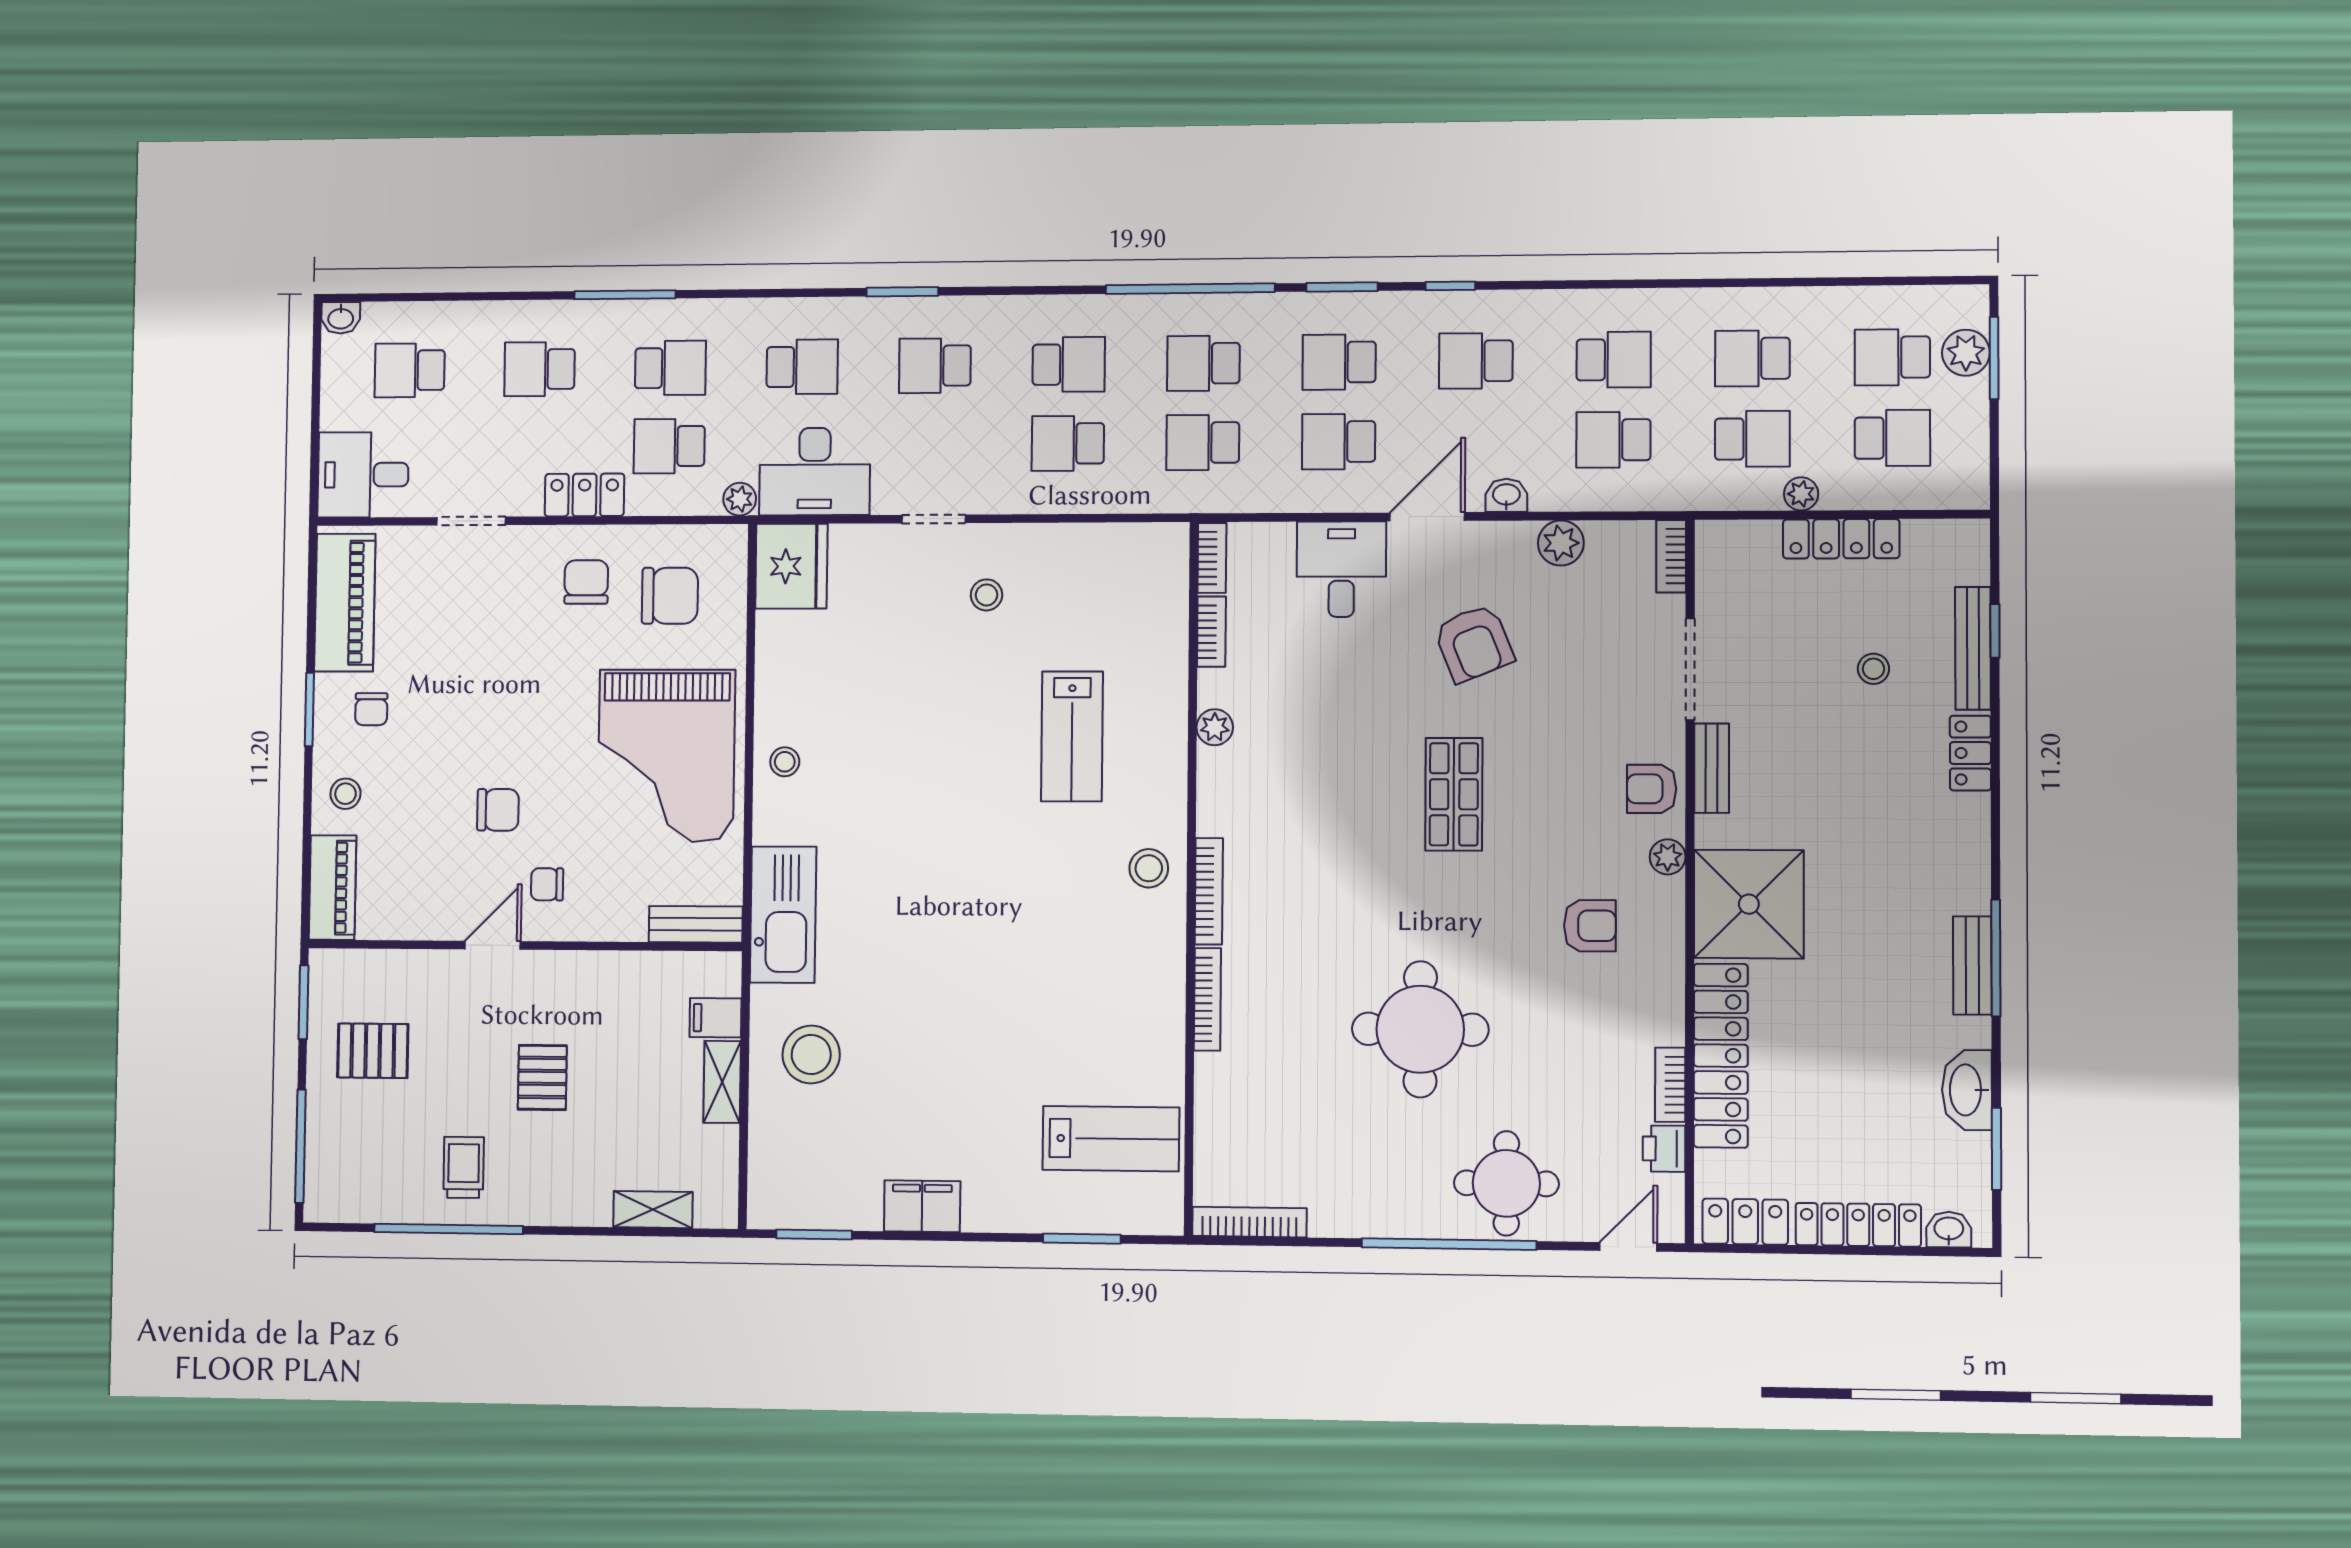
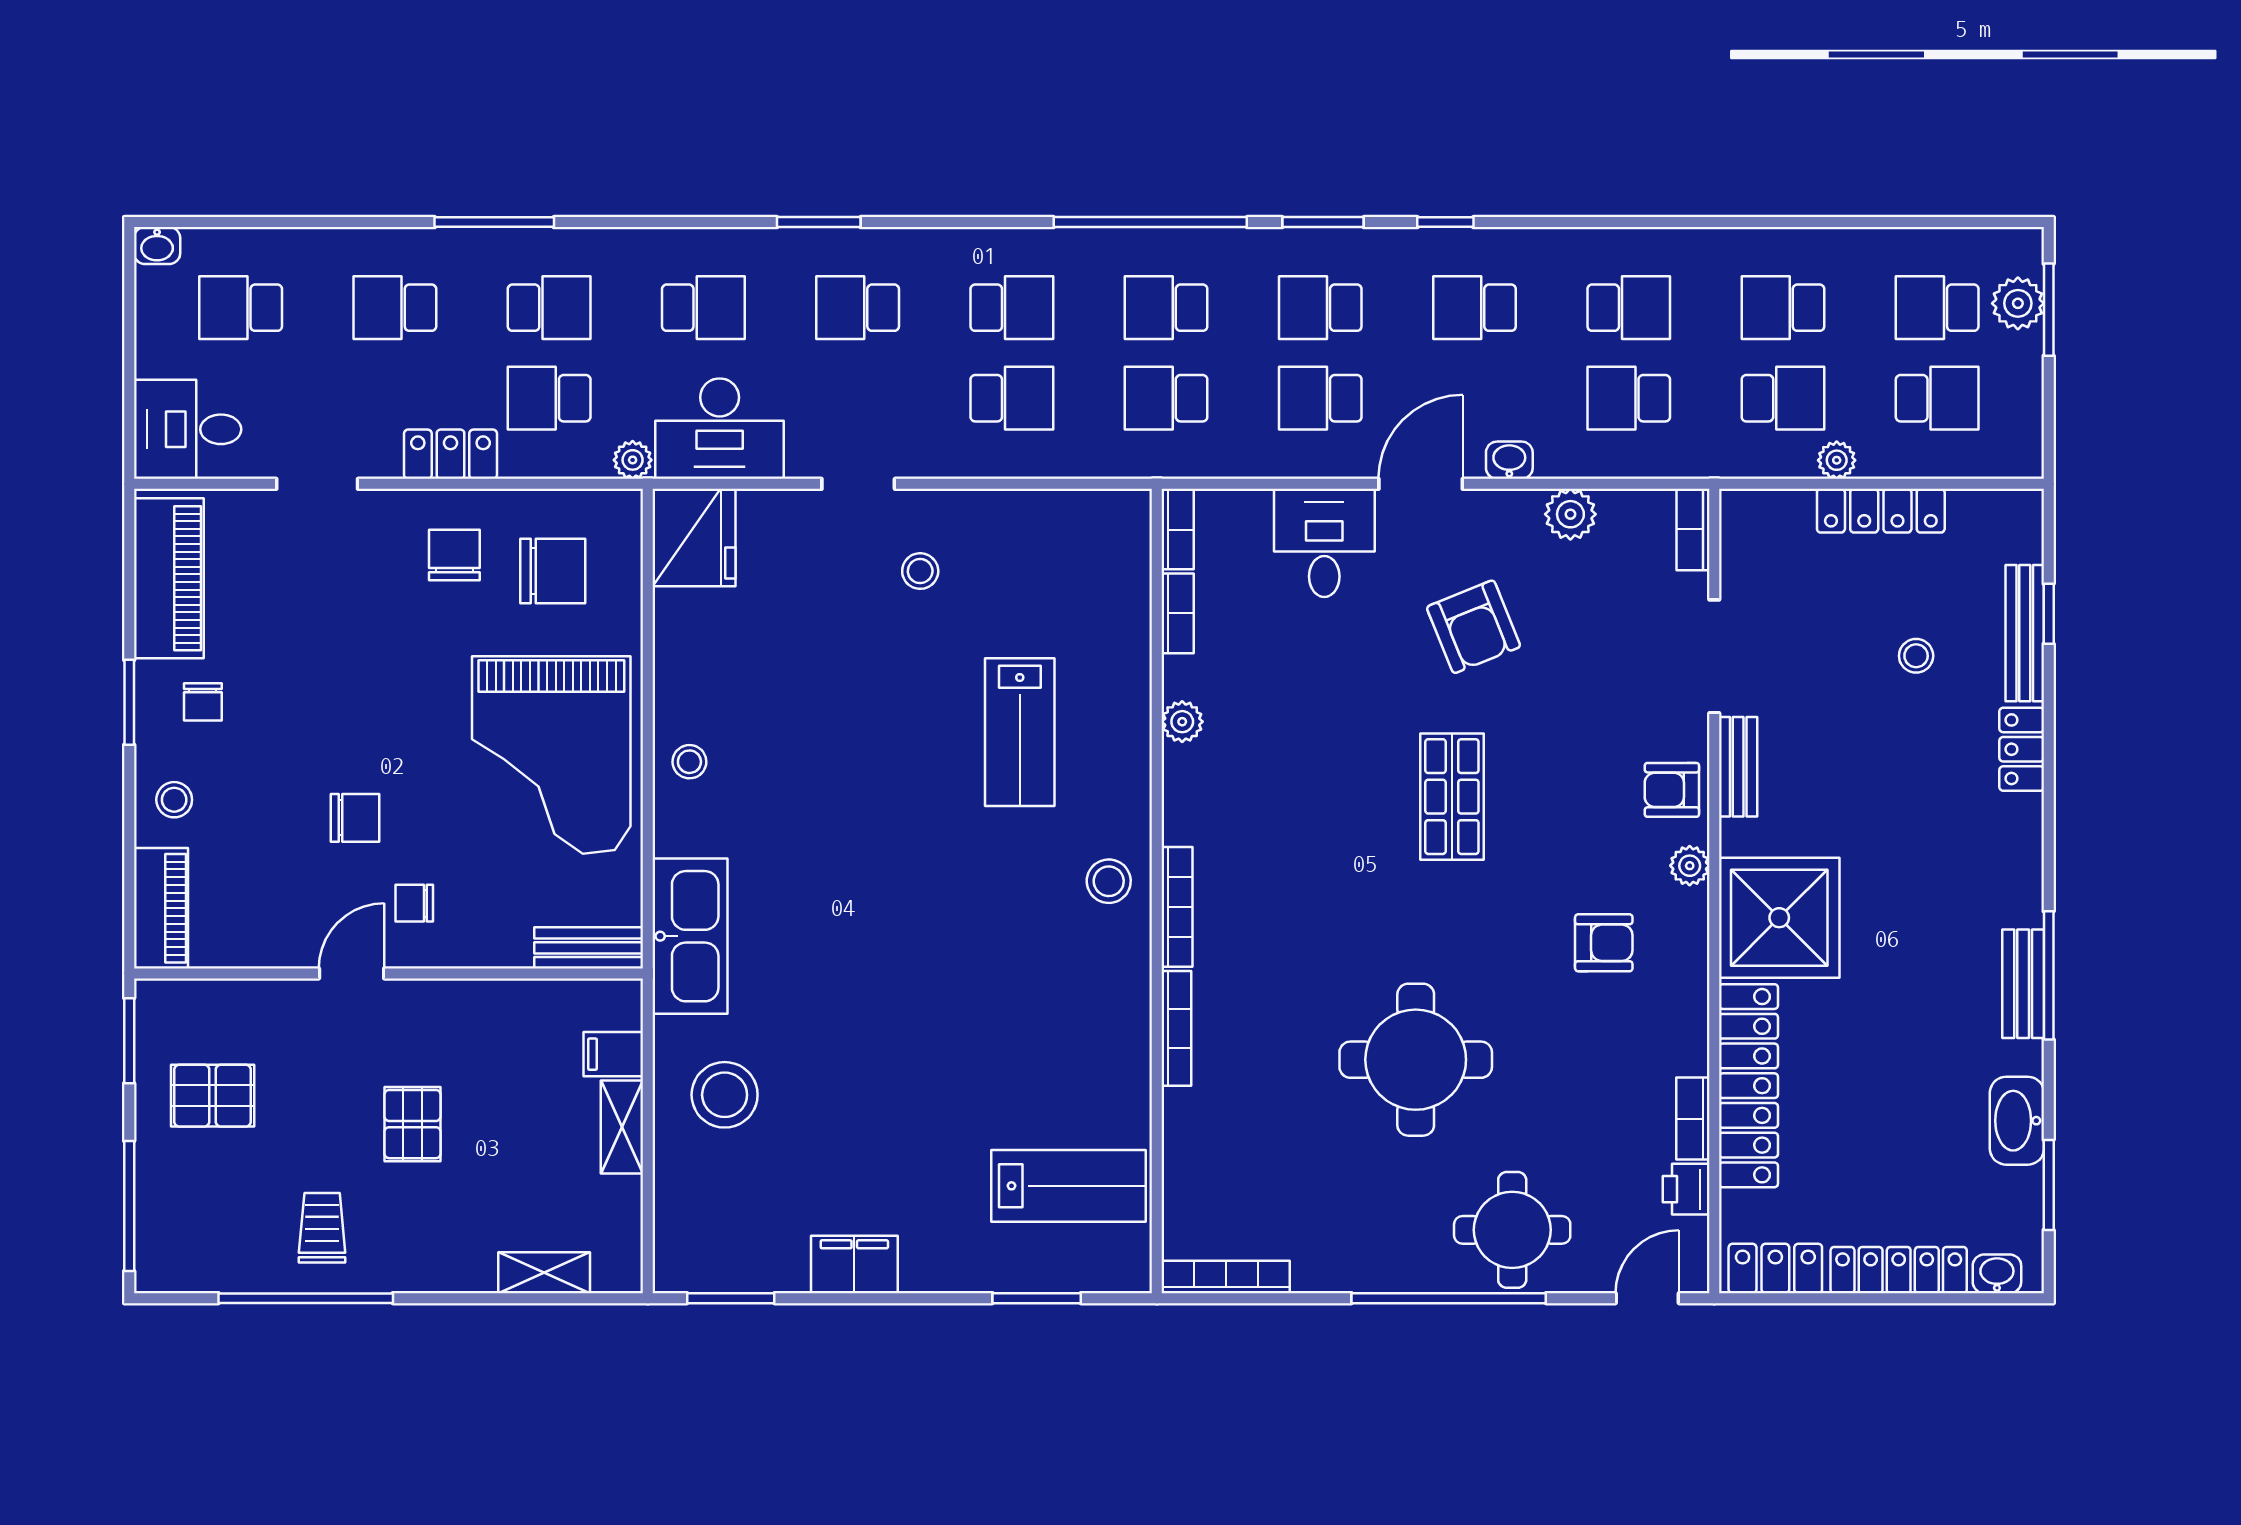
school desk: (1068, 443) -> (1012, 398), turned 180

